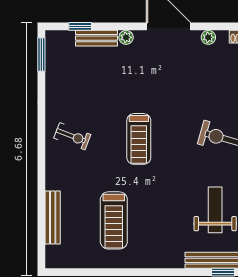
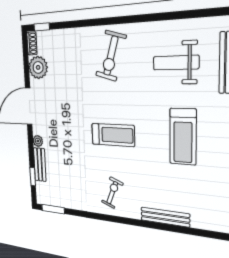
plant: (208, 37) -> (38, 67), width x1.88, depth x1.88
bench: (53, 218) -> (165, 217), moved
treadmill: (114, 220) -> (183, 137), moved, turned 90

